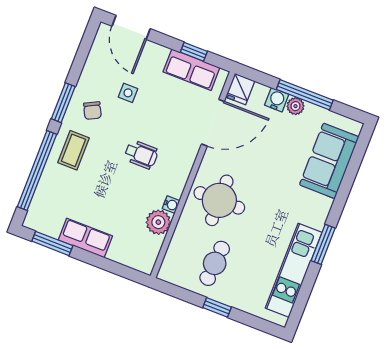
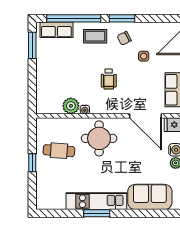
row of seats: (85, 238) -> (56, 30), moved, turned 90
kitchen unit: (294, 270) -> (96, 201), moved

